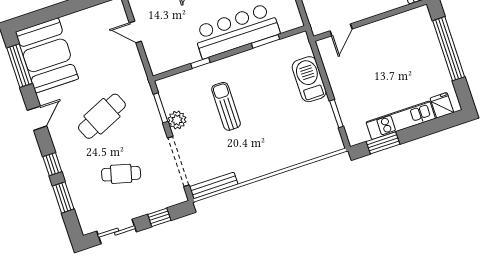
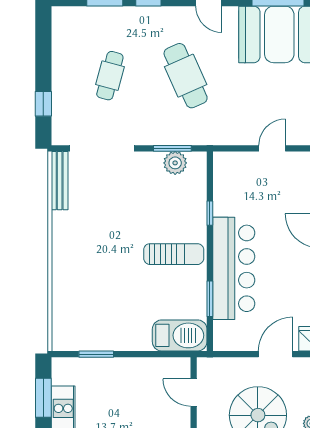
barbecue: (309, 79) -> (180, 335), moved
sun lounger: (226, 106) -> (174, 254), moved
plant: (177, 120) -> (175, 163), moved
sliding door: (117, 232) -> (43, 48), removed

